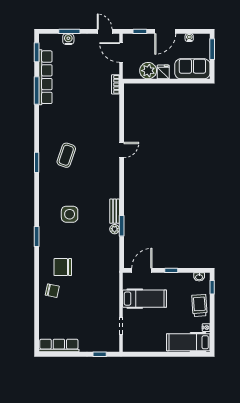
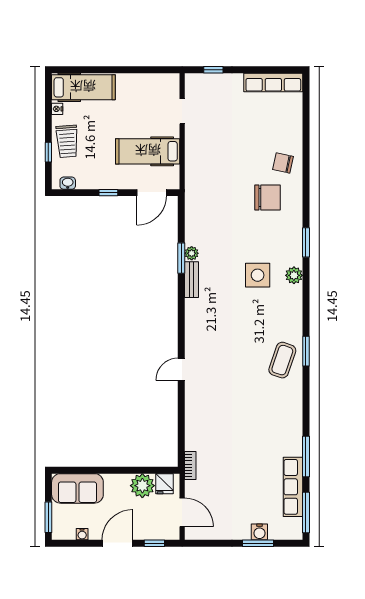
door: (105, 31) -> (206, 543), removed
window: (37, 52) -> (306, 513), width x1.44
fridge: (163, 72) -> (164, 484), moved
row of seats: (45, 77) -> (293, 487), width x0.73
coffee table: (66, 155) -> (282, 360), moved
plant: (45, 214) -> (294, 275), added
window: (212, 287) -> (48, 152), moved

